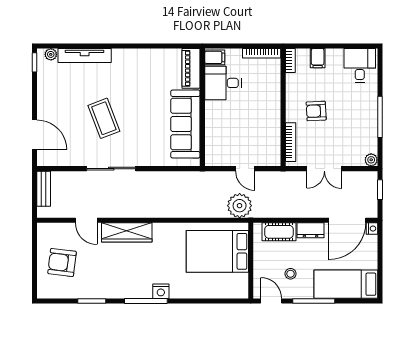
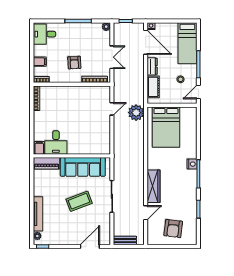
filing cabinet: (215, 57) -> (39, 148), moved
piano: (191, 68) -> (46, 163), moved
desk: (223, 83) -> (56, 142), moved
wall: (202, 107) -> (72, 156), moved
sofa: (185, 124) -> (83, 167), moved

